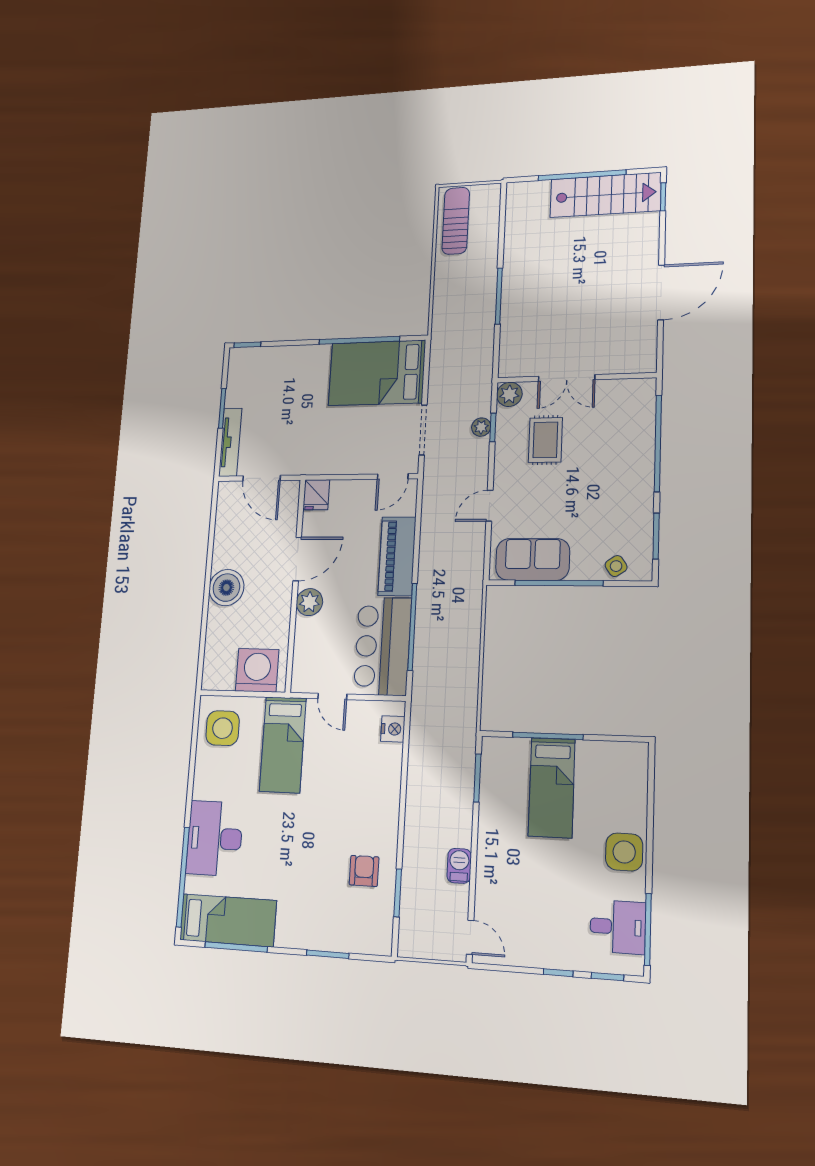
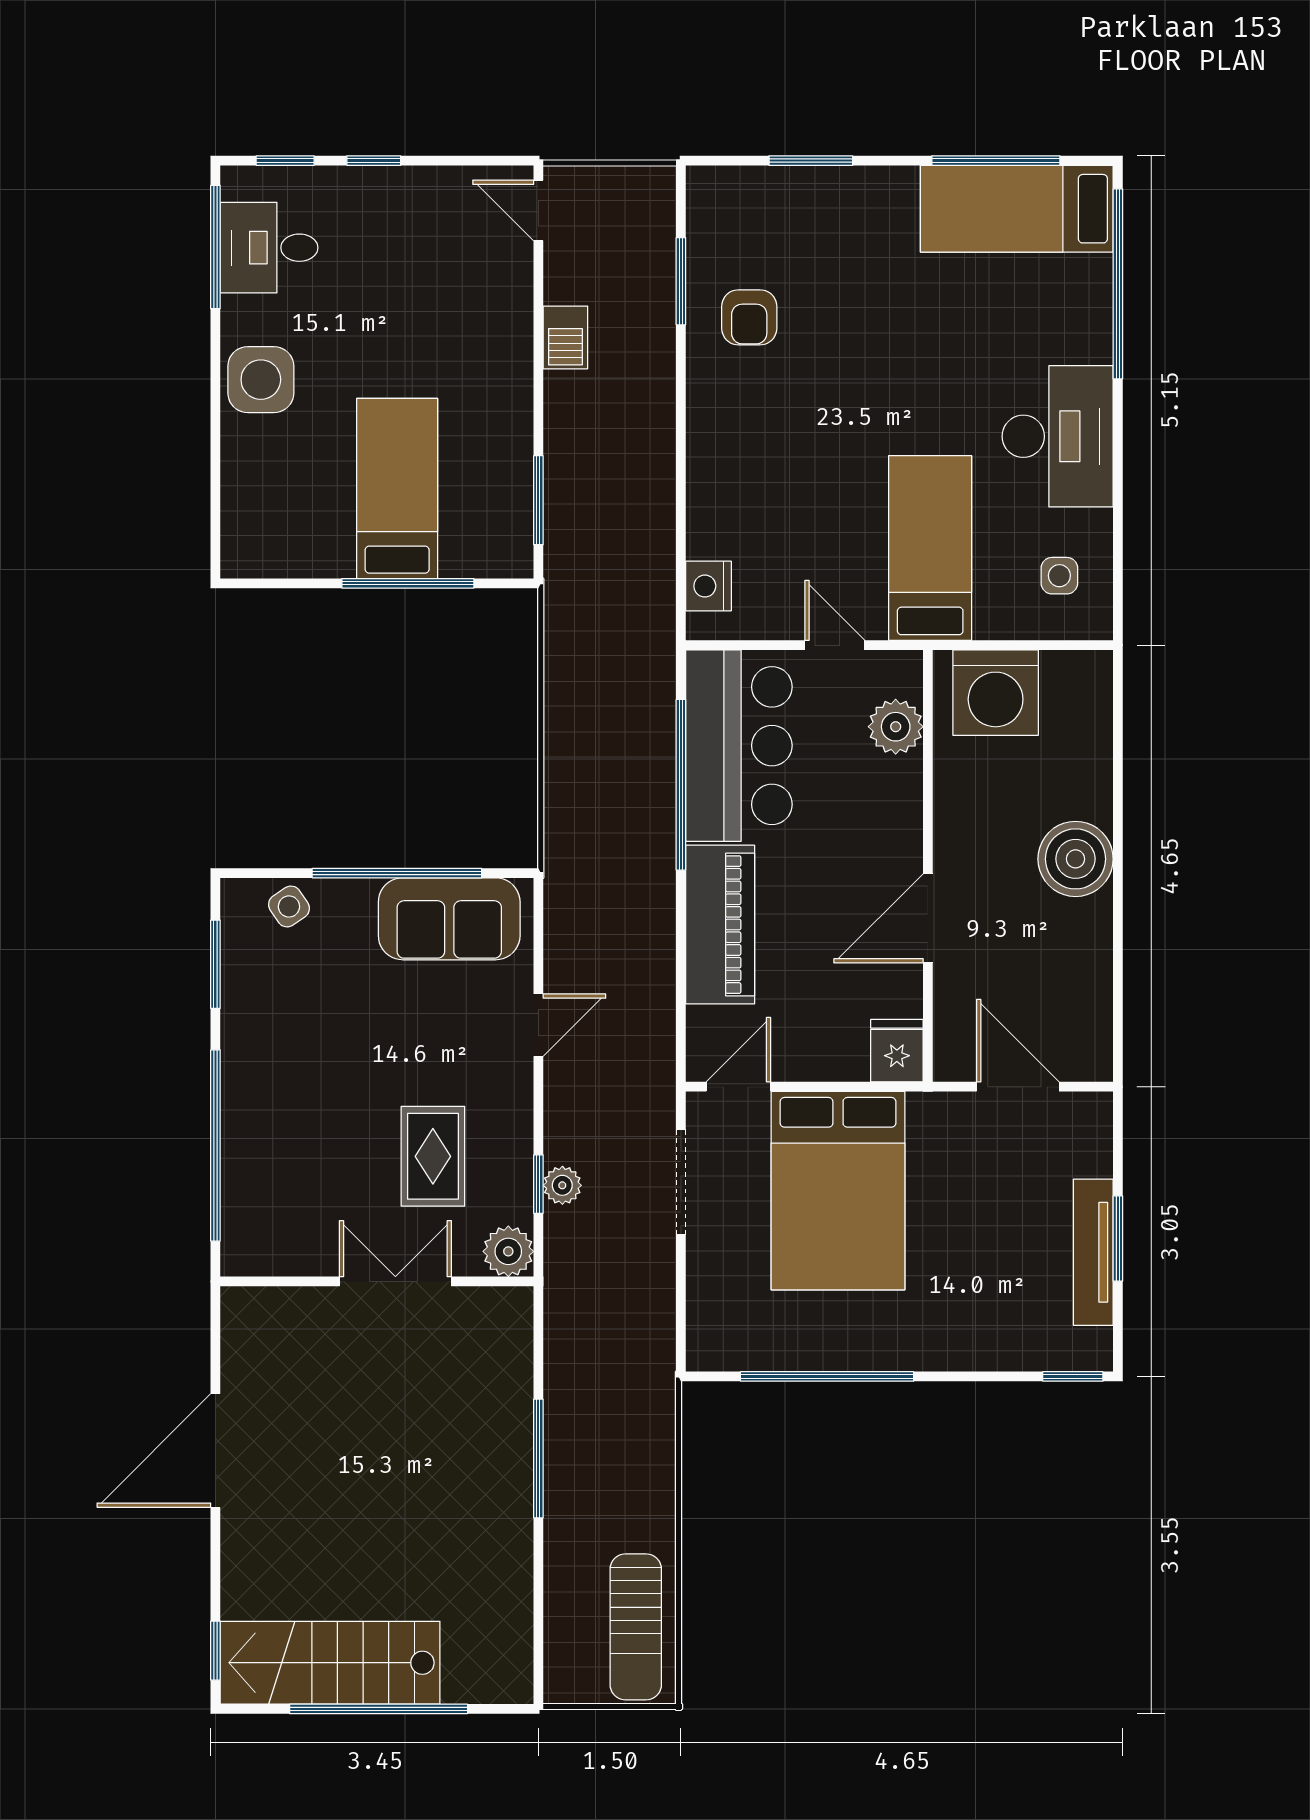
bed: (377, 373) -> (838, 1191), moved, turned 90
tv unit: (230, 442) -> (1093, 1252), moved
plant: (309, 602) -> (896, 727), moved
side table: (223, 728) -> (1059, 576), width x0.54, depth x0.54
desk: (215, 838) -> (1058, 436), moved

